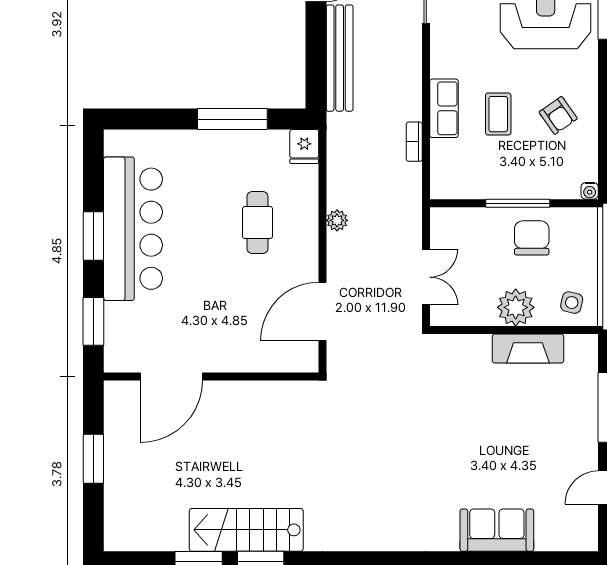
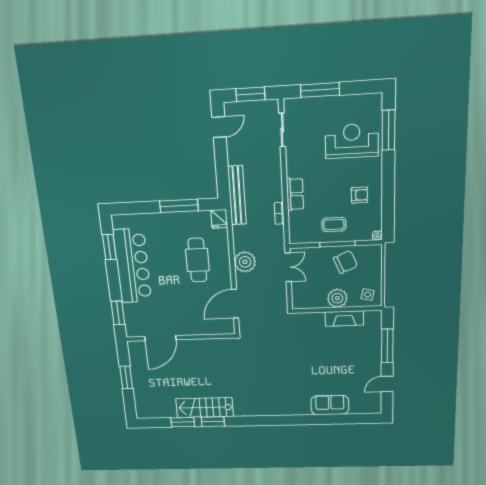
bench: (340, 58) -> (237, 195), moved
coffee table: (498, 114) -> (334, 225), moved, turned 90
armchair: (558, 115) -> (359, 195), turned -55
plant: (337, 220) -> (245, 262), width x1.88, depth x1.88
cafe table: (258, 223) -> (197, 260), width x1.37, depth x1.35
window: (93, 236) -> (109, 247), moved
chair: (532, 238) -> (345, 262), turned 67
double door: (426, 277) -> (288, 267), moved

